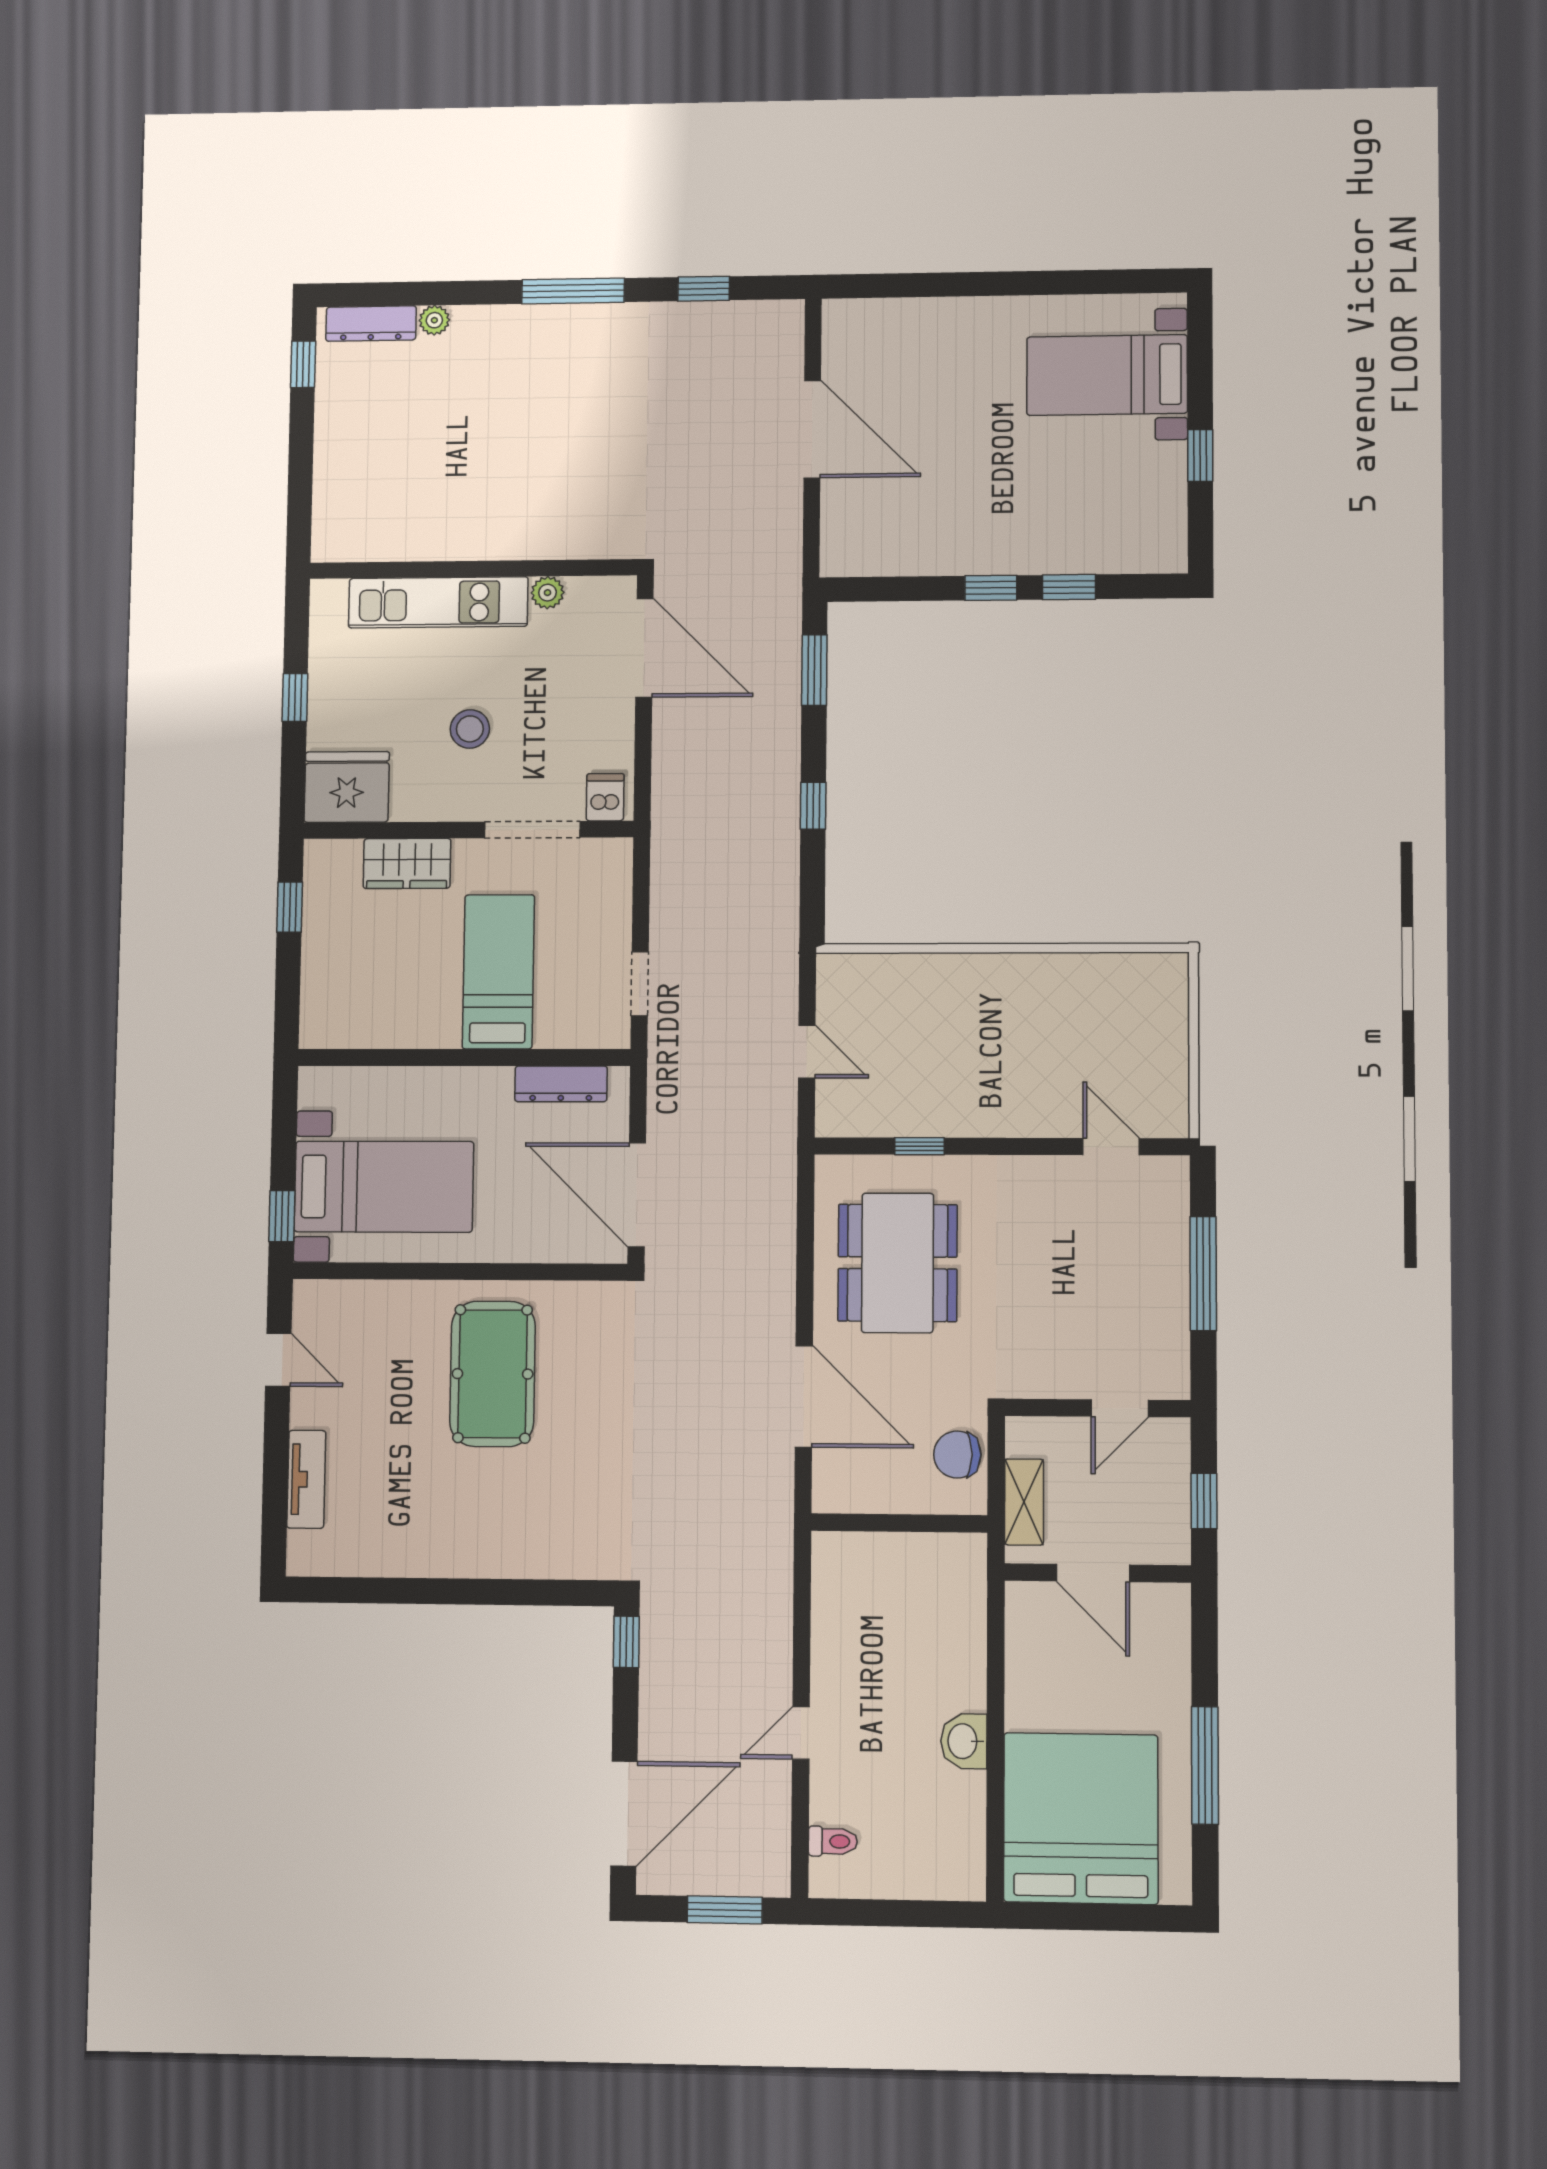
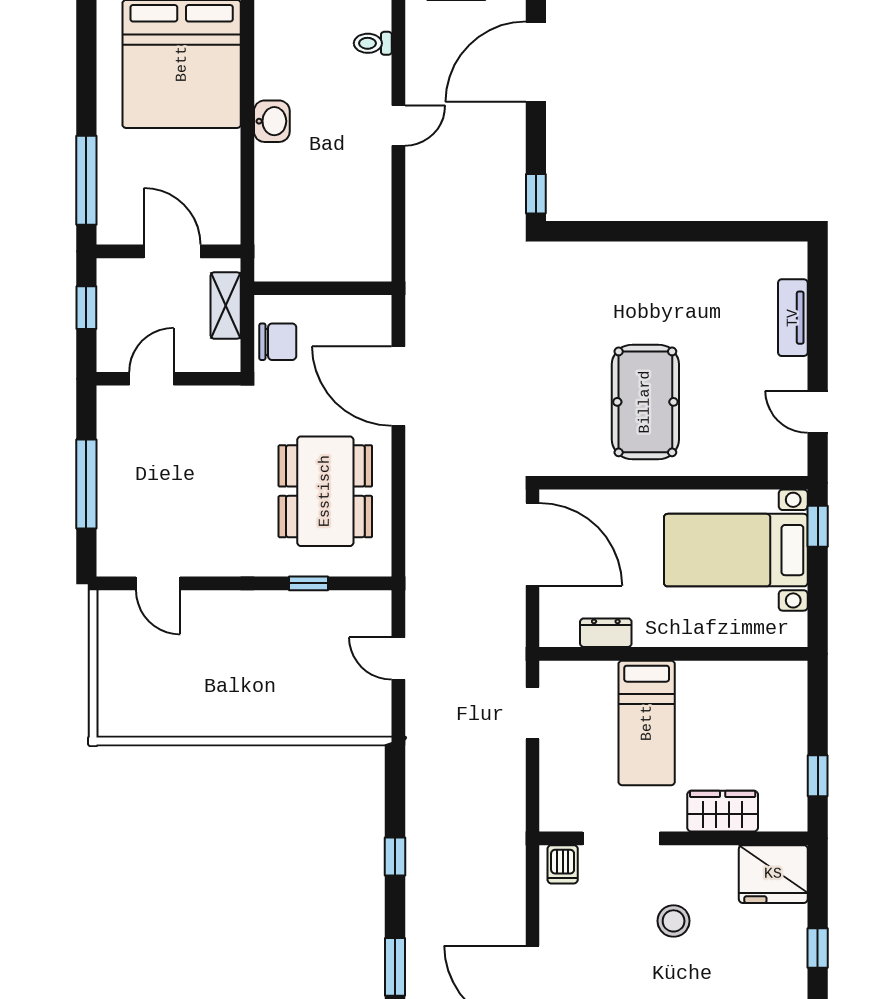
dresser: (561, 1084) -> (606, 633), width x0.70
window: (1205, 1765) -> (86, 180), moved

